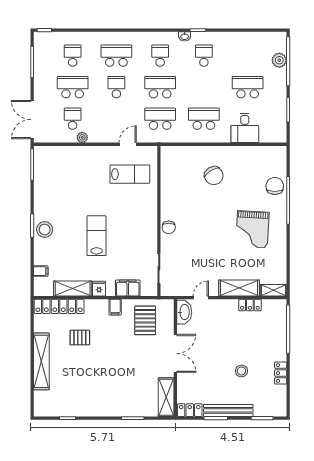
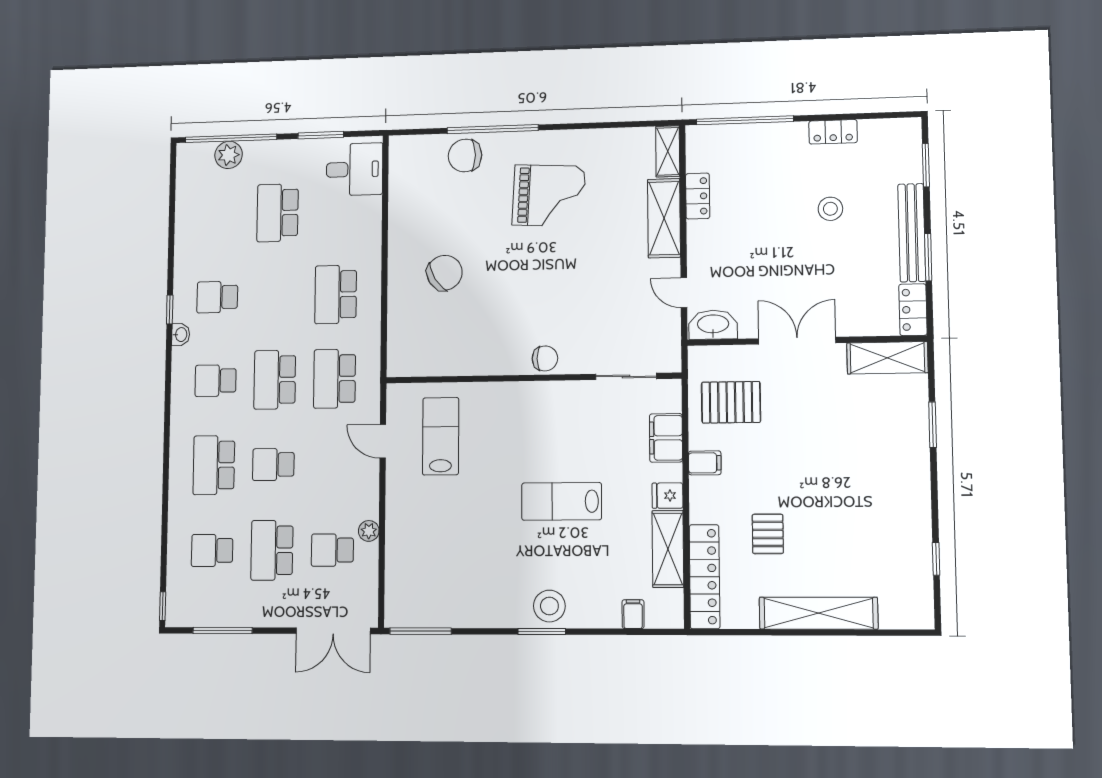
desk: (245, 128) -> (354, 169), moved

